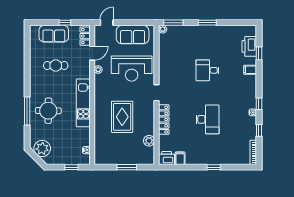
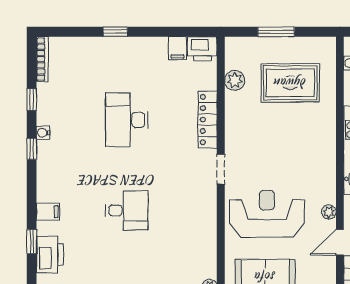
rug: (122, 117) -> (290, 83), moved, turned 90

